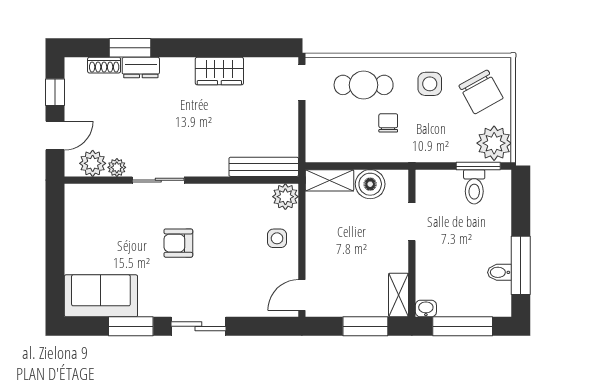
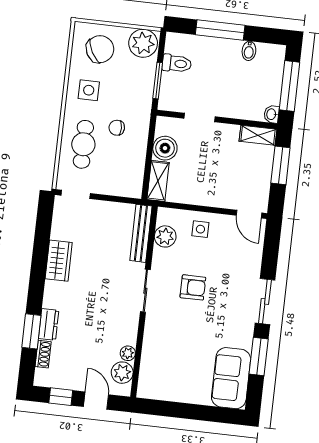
window: (478, 166) -> (158, 81), moved
sliding door: (158, 180) -> (145, 291), moved
plant: (285, 197) -> (165, 236), moved
armchair: (178, 243) -> (193, 287), moved, turned -90
window: (521, 265) -> (220, 30), moved

